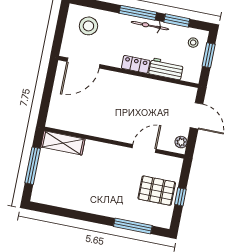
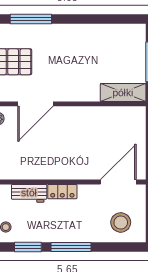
bicycle: (150, 26) -> (55, 236), removed
door: (144, 149) -> (35, 104), width x1.36

